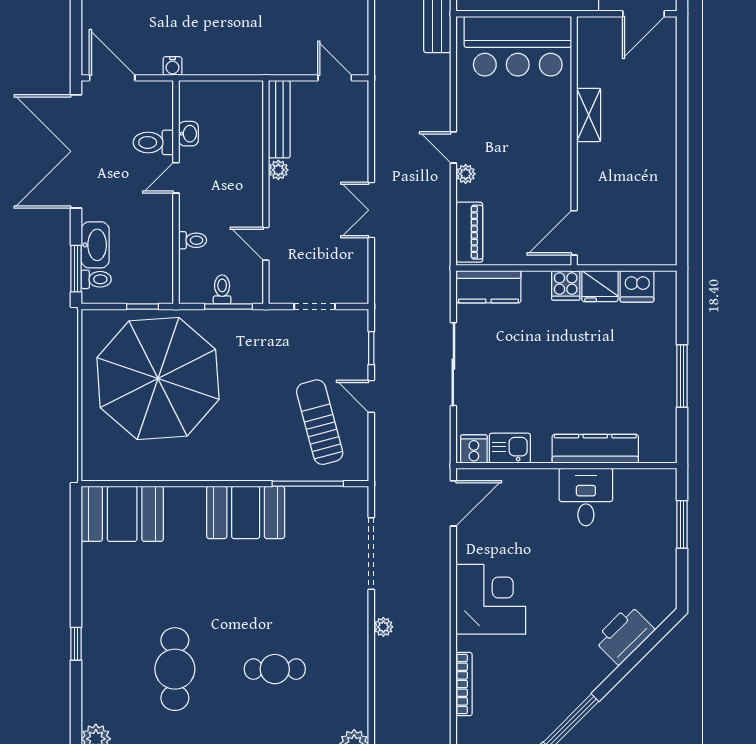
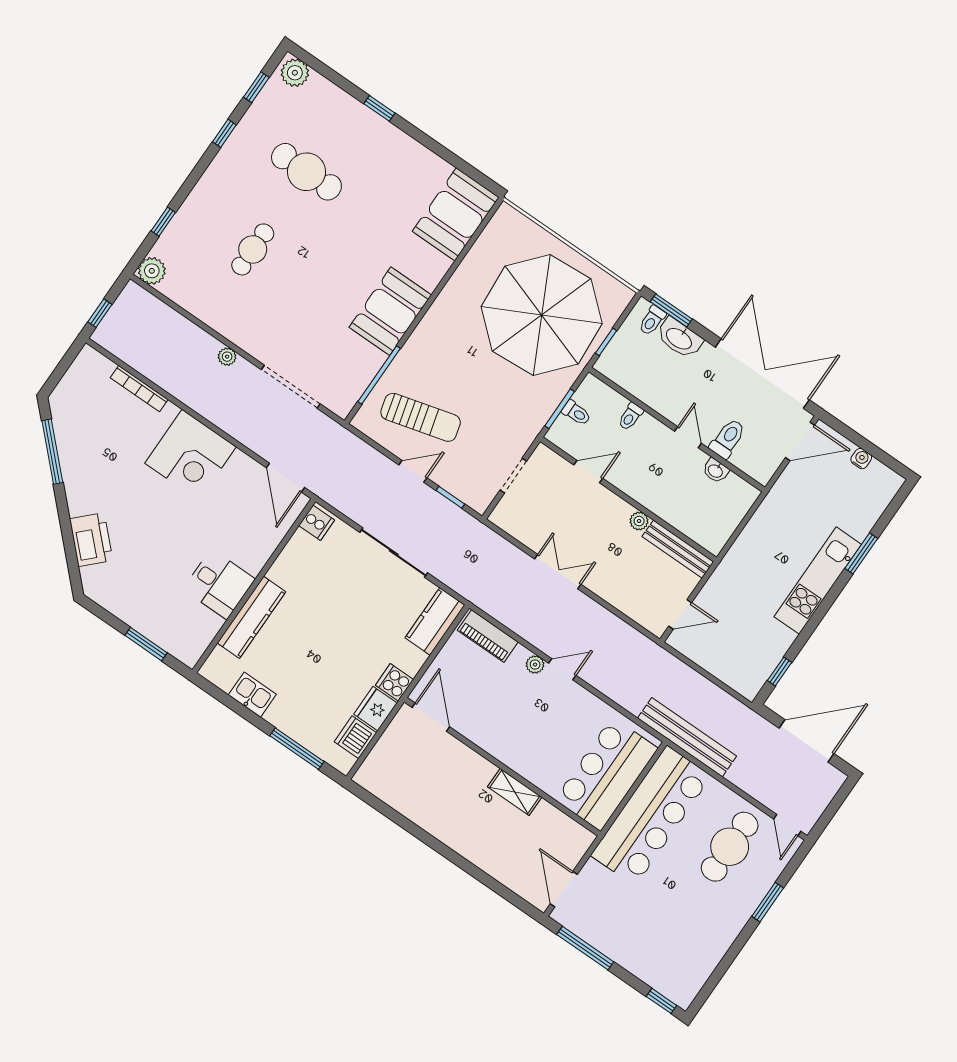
water cooler: (173, 66) -> (861, 459), moved, turned 90
window: (682, 376) -> (297, 749), moved
kitchen sink: (510, 448) -> (252, 695), moved, turned -90

